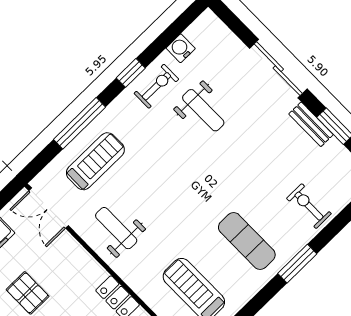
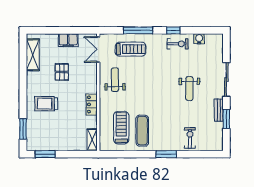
weight bench: (203, 110) -> (189, 89), moved
exercise mat: (247, 241) -> (142, 131), moved

